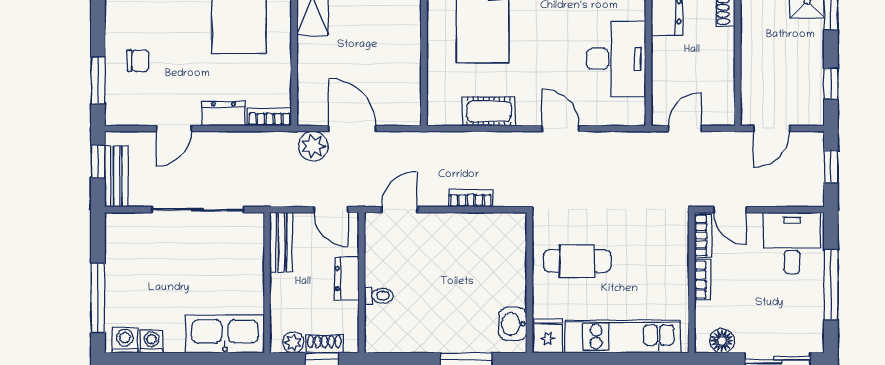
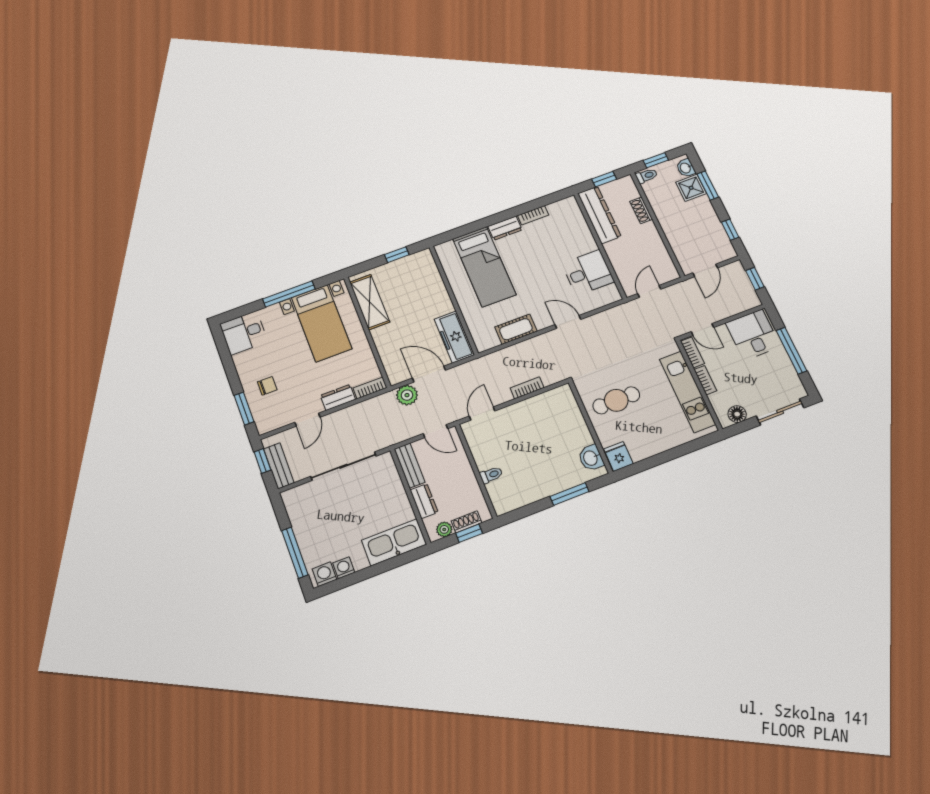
desk: (616, 59) -> (588, 273), width x0.73
freezer: (405, 90) -> (454, 337), added
dresser: (347, 278) -> (424, 501), moved, turned 180
kitchen unit: (623, 337) -> (687, 392), moved, turned -90

